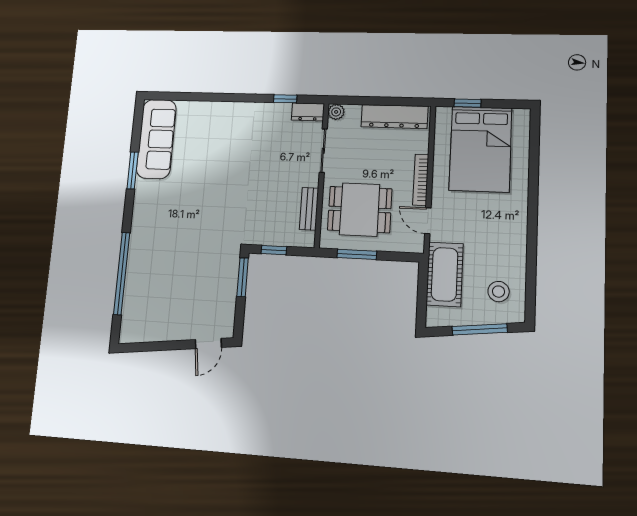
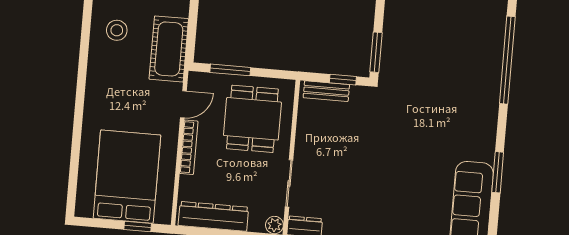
bench: (309, 209) -> (326, 91), moved, turned 90
dining table: (360, 209) -> (252, 119), turned 90
door: (428, 221) -> (183, 104), hinge flipped
window: (357, 254) -> (230, 70), moved

